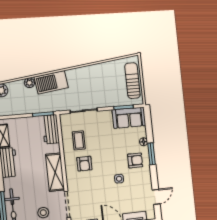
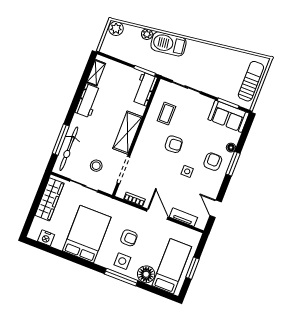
armchair: (135, 160) -> (213, 162), turned -90
armchair: (84, 164) -> (174, 144), moved, turned -94
door: (156, 197) -> (216, 209), swing flipped

